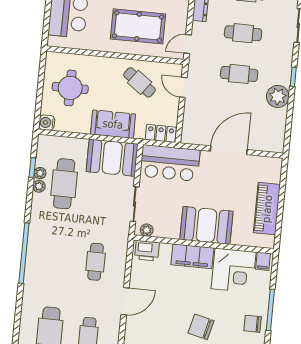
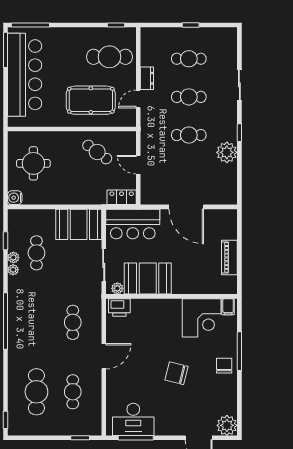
door: (188, 44) -> (138, 99), moved
door: (183, 87) -> (138, 165), moved
sofa: (113, 124) -> (76, 193), removed
door: (229, 150) -> (186, 207), swing flipped
plant: (40, 173) -> (13, 270), moved
cafe table: (64, 184) -> (36, 253), width x0.73, depth x0.74
piano: (267, 209) -> (229, 257), width x0.73, depth x0.75
booth: (206, 225) -> (148, 279), moved
filing cabinet: (192, 256) -> (162, 308), removed
chair: (253, 324) -> (224, 366), turned 90

